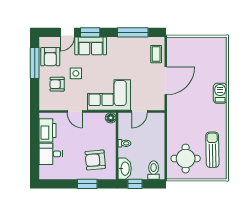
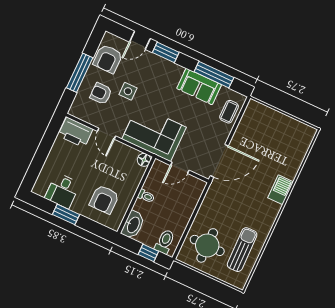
sofa: (91, 46) -> (199, 87), moved
window: (35, 63) -> (80, 73), moved
door: (166, 81) -> (219, 161), moved
printer: (48, 130) -> (75, 132), moved, turned 90
desk: (51, 154) -> (62, 191), moved, turned -90
armchair: (95, 160) -> (104, 199), turned -85
window: (87, 184) -> (66, 214), moved
window: (135, 184) -> (148, 253), moved

